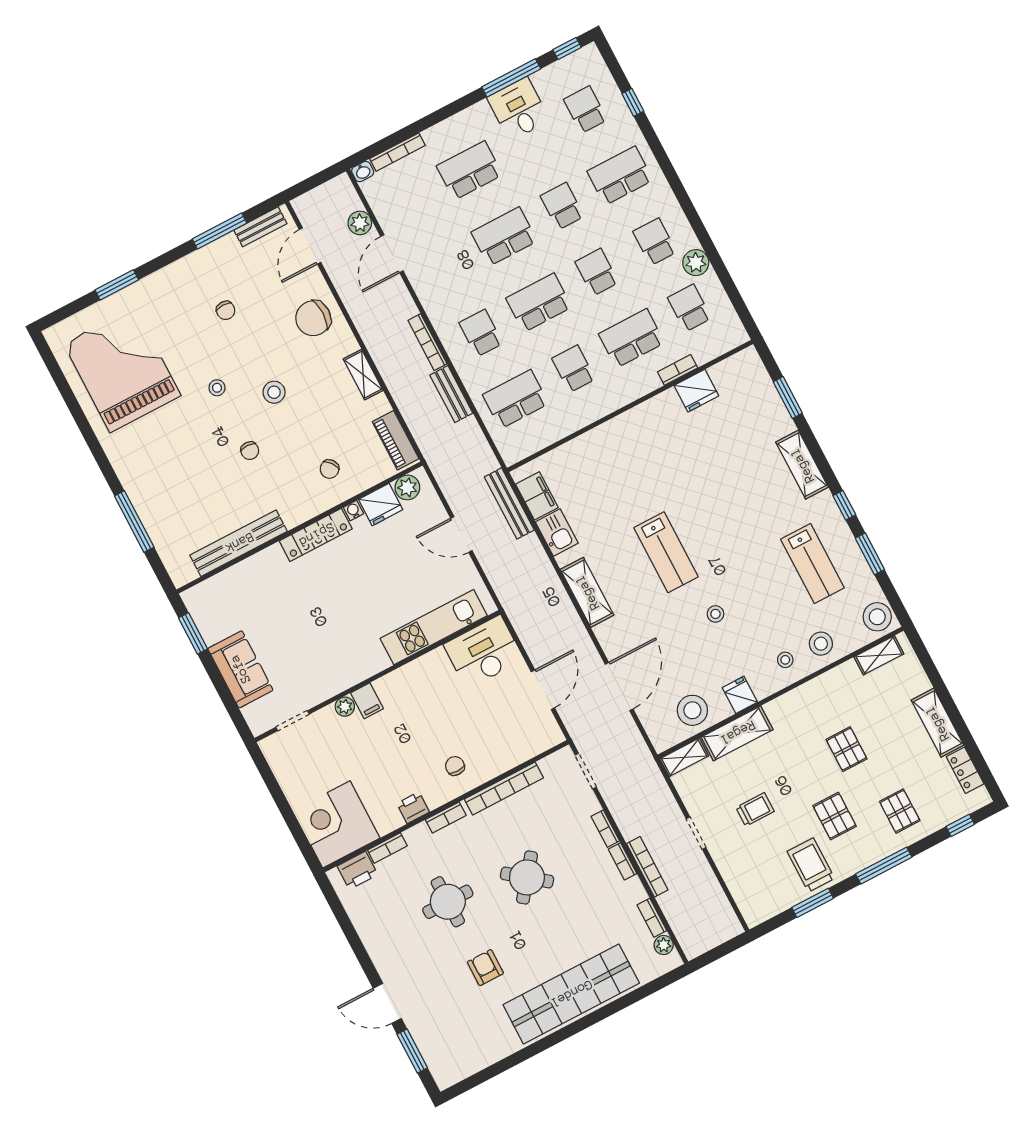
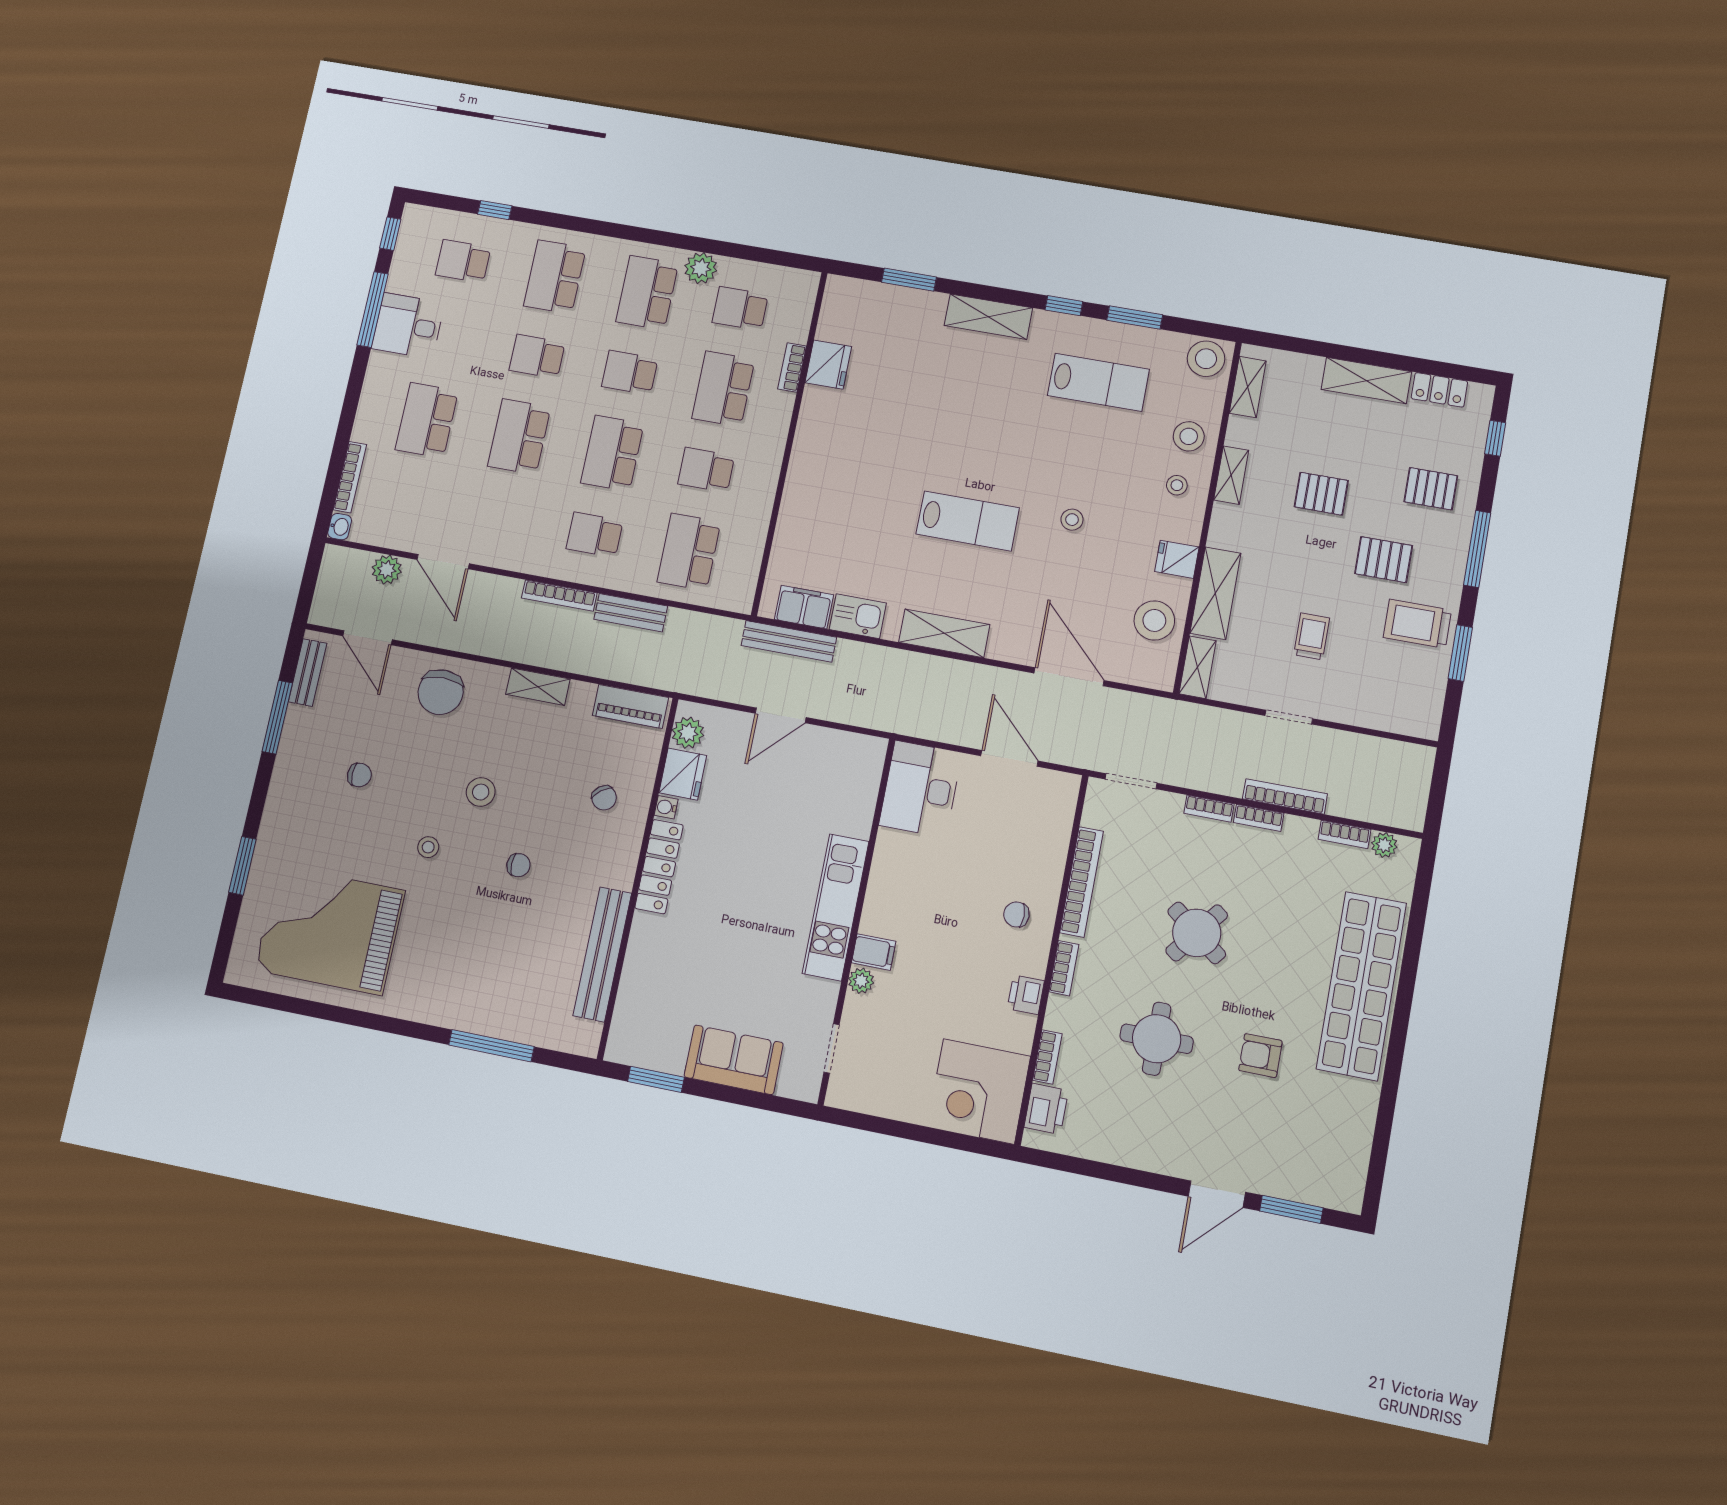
school desk: (655, 242) -> (647, 293), width x1.85
kitchen unit: (434, 627) -> (836, 907), moved
shelving: (817, 687) -> (1231, 475), added

